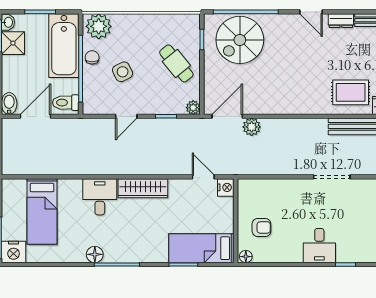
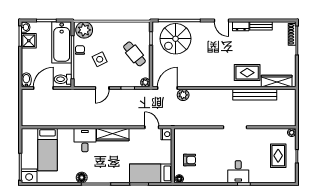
desk: (319, 246) -> (238, 172), moved

